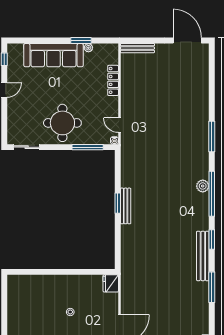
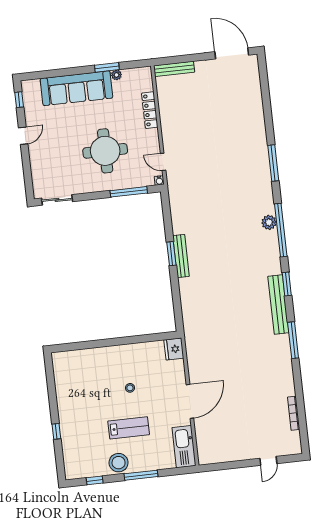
round table: (62, 123) -> (105, 151), moved

